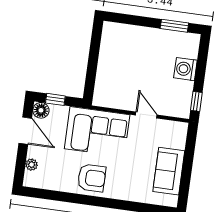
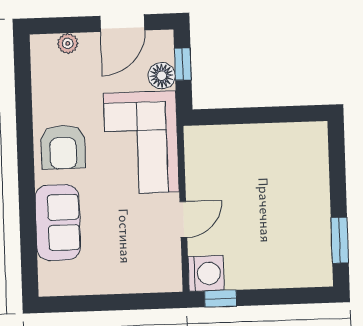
washing machine: (185, 69) -> (206, 273), moved, turned 90
floor lamp: (41, 110) -> (162, 76), moved
sofa: (169, 171) -> (58, 223), moved, turned 90

